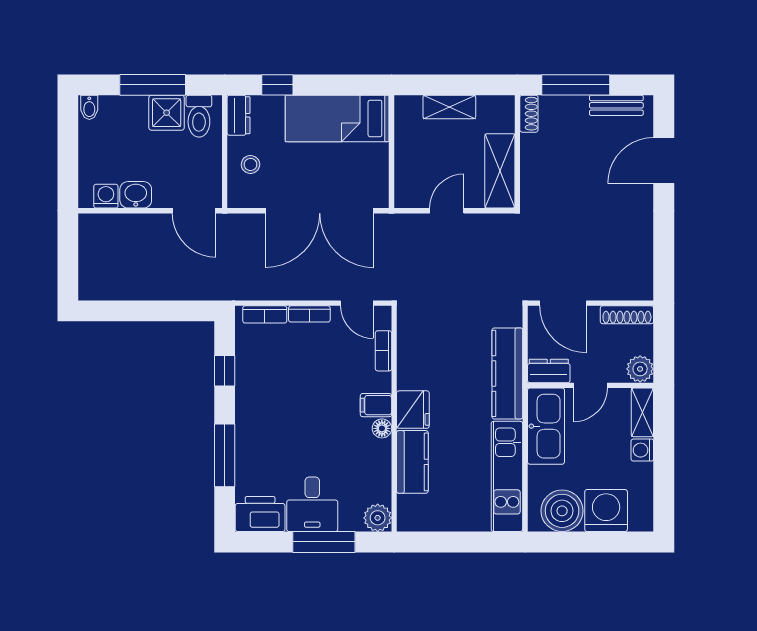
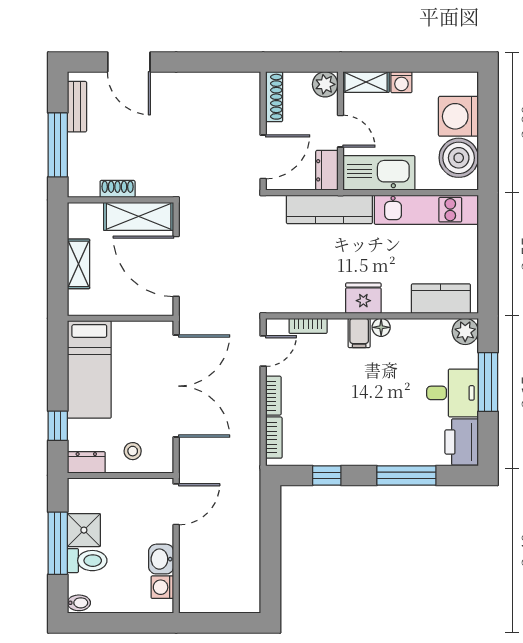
shoe rack: (529, 114) -> (118, 189), moved
toilet: (199, 116) -> (87, 561), moved
door: (447, 211) -> (176, 266), width x1.87
kitchen counter: (412, 462) -> (441, 299), moved

